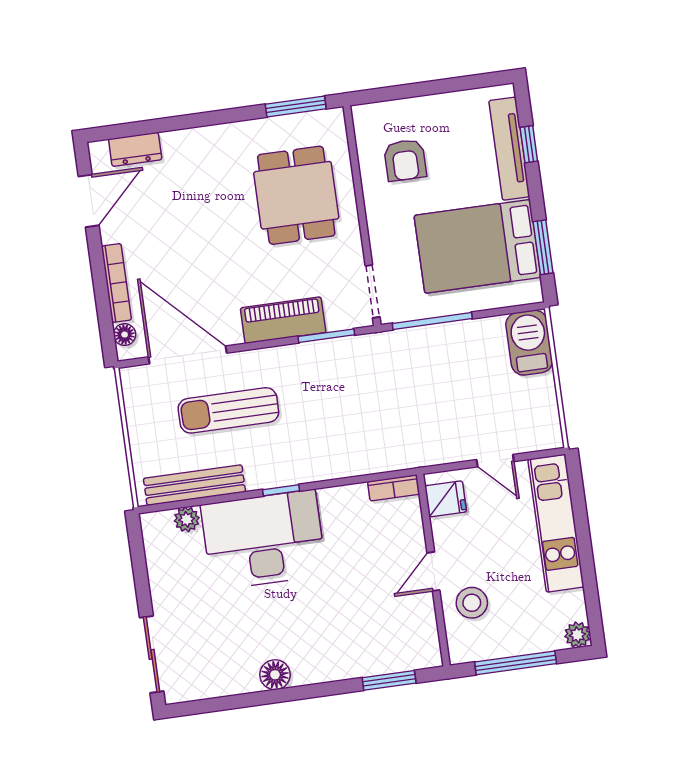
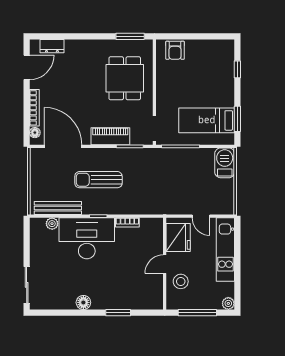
tv unit: (509, 149) -> (228, 70), removed
armchair: (405, 160) -> (175, 50), moved
bed: (478, 246) -> (207, 120), width x0.67
sun lounger: (228, 410) -> (98, 180), moved
bookcase: (394, 488) -> (127, 222), moved
fridge: (446, 499) -> (178, 238), width x1.88, depth x1.34
window: (389, 680) -> (118, 313), moved

